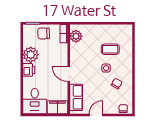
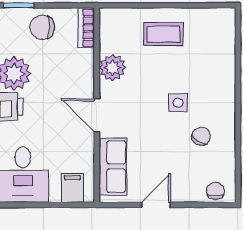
plant: (76, 36) -> (113, 68), moved
coffee table: (110, 49) -> (164, 34), moved
filing cabinet: (57, 107) -> (72, 188), width x0.50

